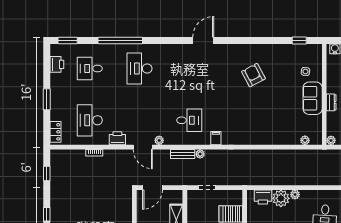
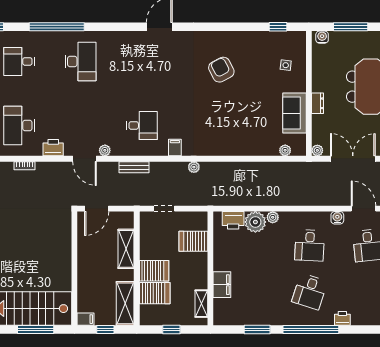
desk: (140, 69) -> (81, 61), turned 180
sofa: (313, 98) -> (295, 113), moved
plant: (200, 154) -> (194, 167), moved

